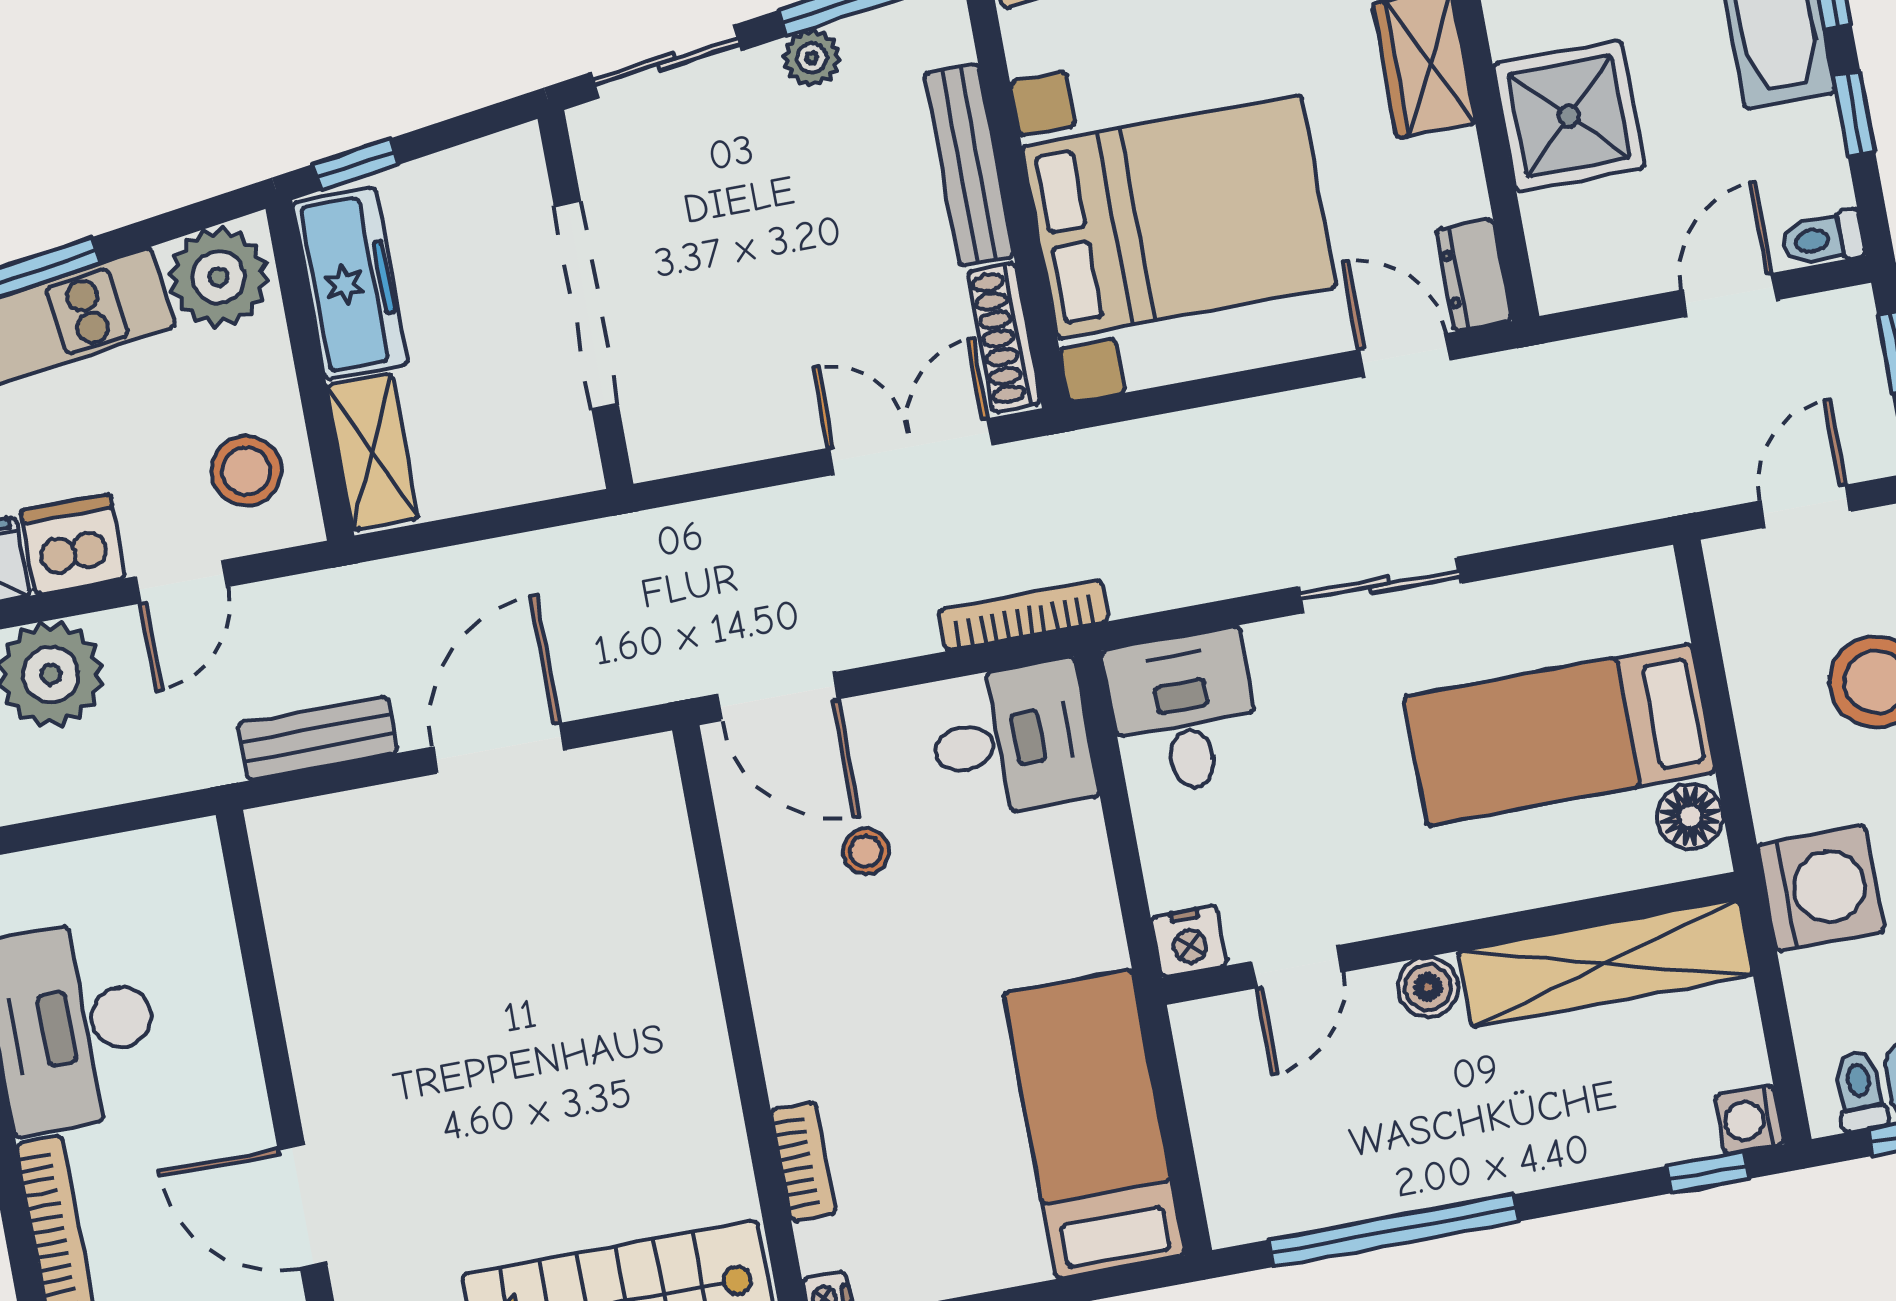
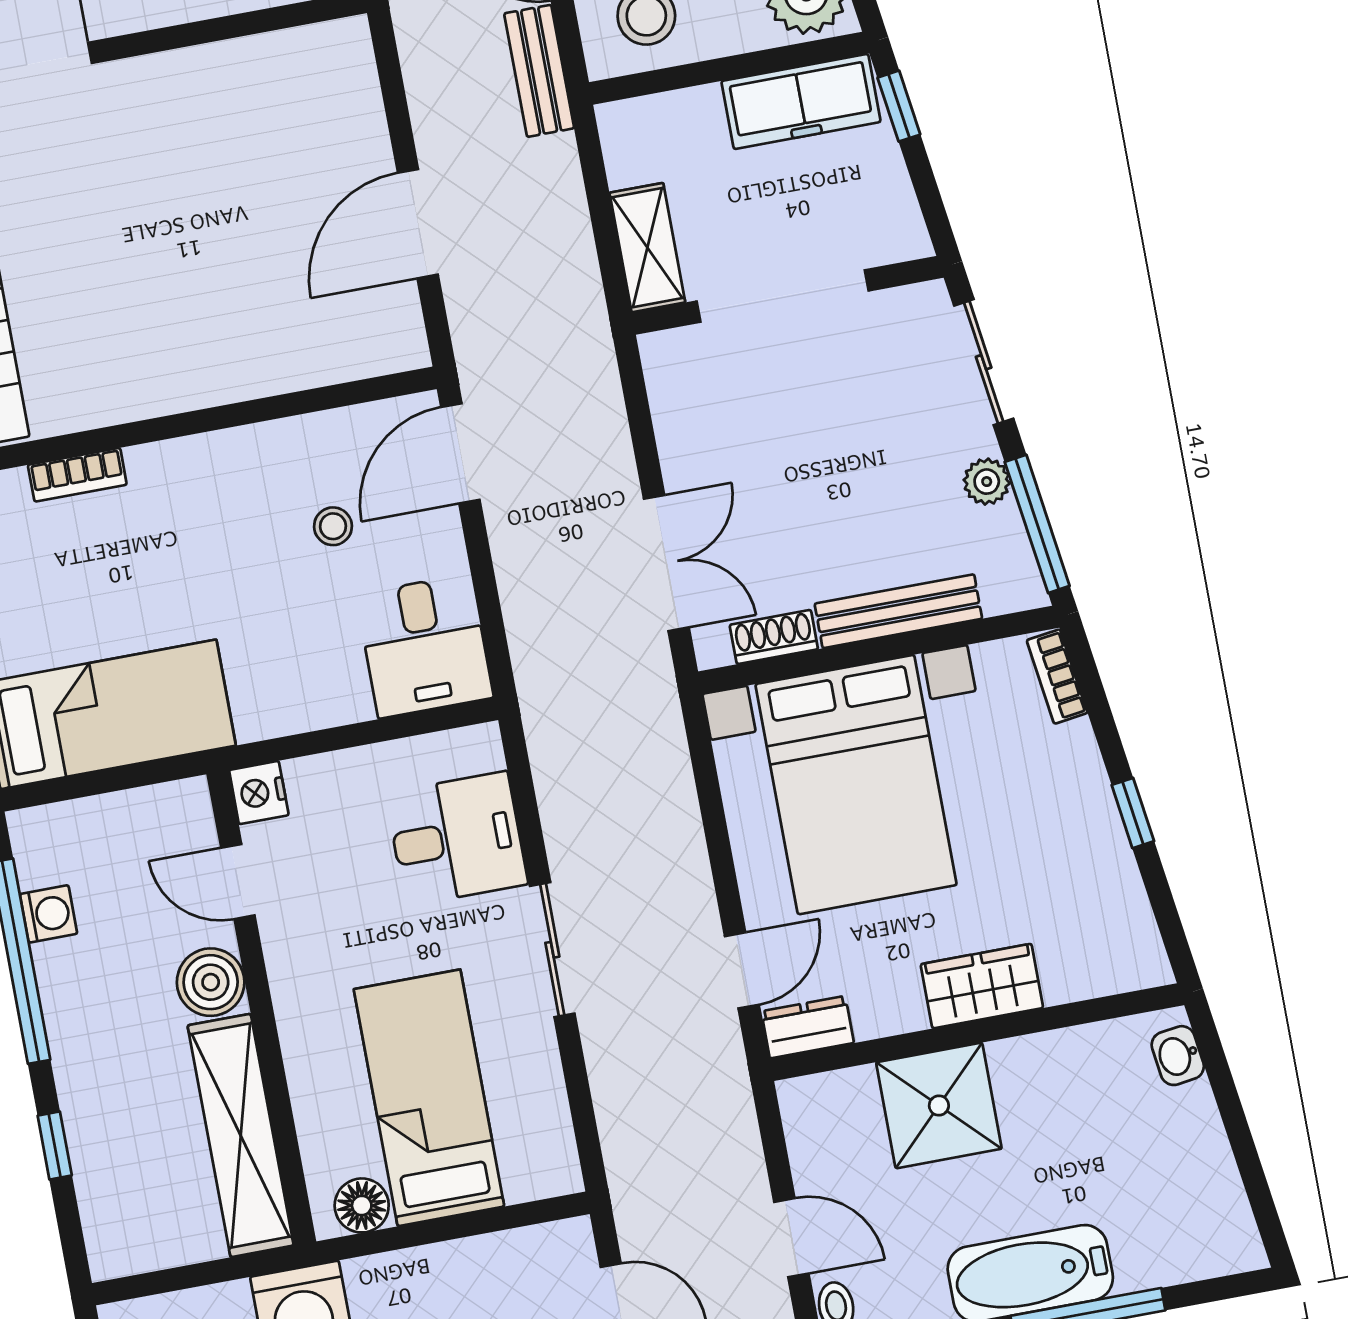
shoe rack: (1004, 337) -> (774, 637), width x0.70
shelving: (373, 452) -> (647, 248), moved, turned 90
bookcase: (1024, 615) -> (527, 656), removed
desk: (1184, 712) -> (457, 839), moved
bench: (318, 738) -> (539, 71), moved
door: (499, 748) -> (418, 224), swing flipped
boiler: (1428, 987) -> (211, 982), width x1.36, depth x1.36
washing machine: (1749, 1120) -> (49, 914), moved, turned 90
window: (1708, 1172) -> (55, 1145), moved

